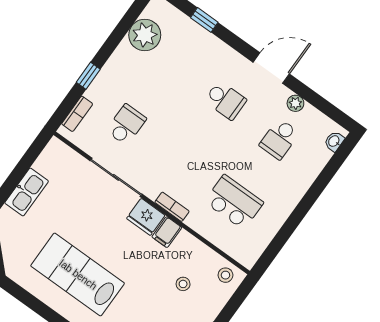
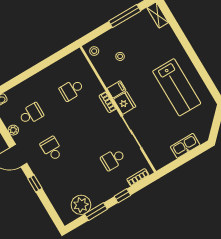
window: (204, 20) -> (35, 183), moved
window: (118, 35) -> (96, 212), added
school desk: (234, 202) -> (72, 90), width x0.54

